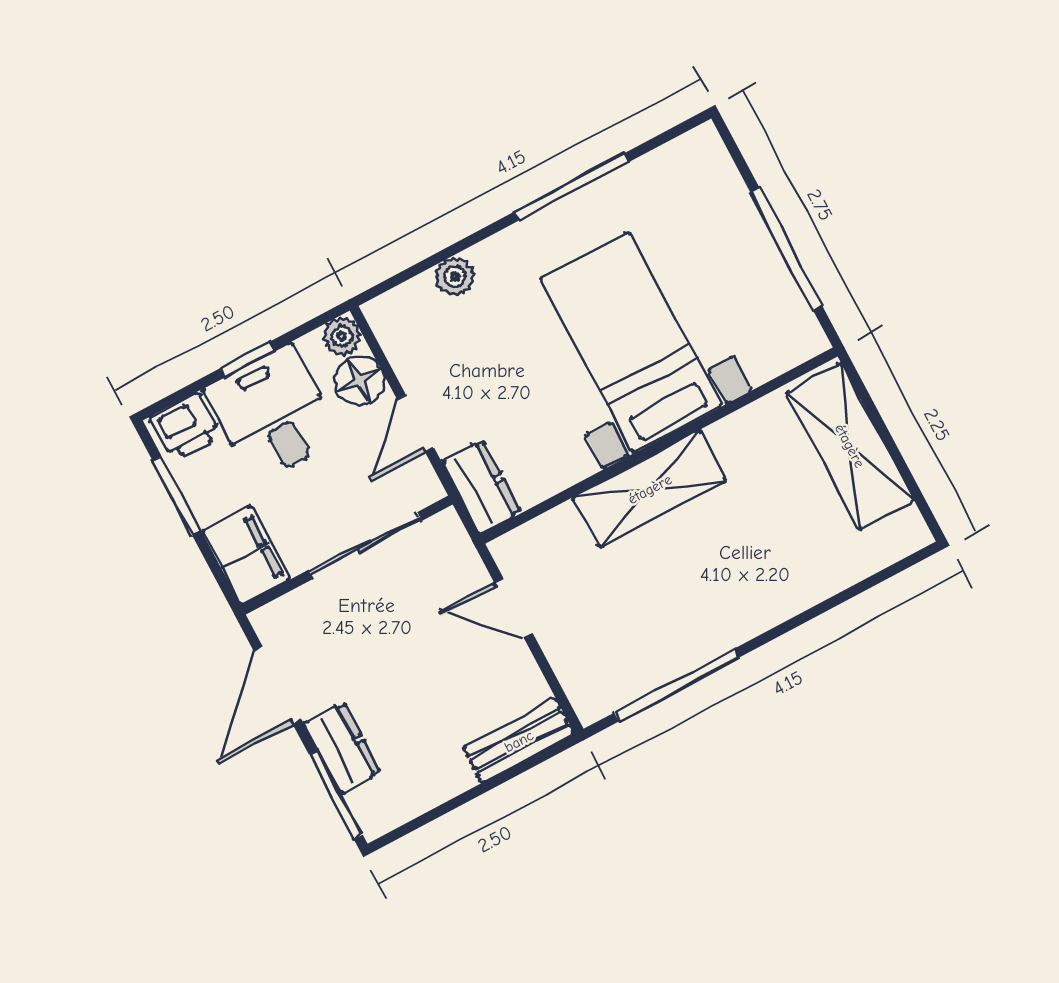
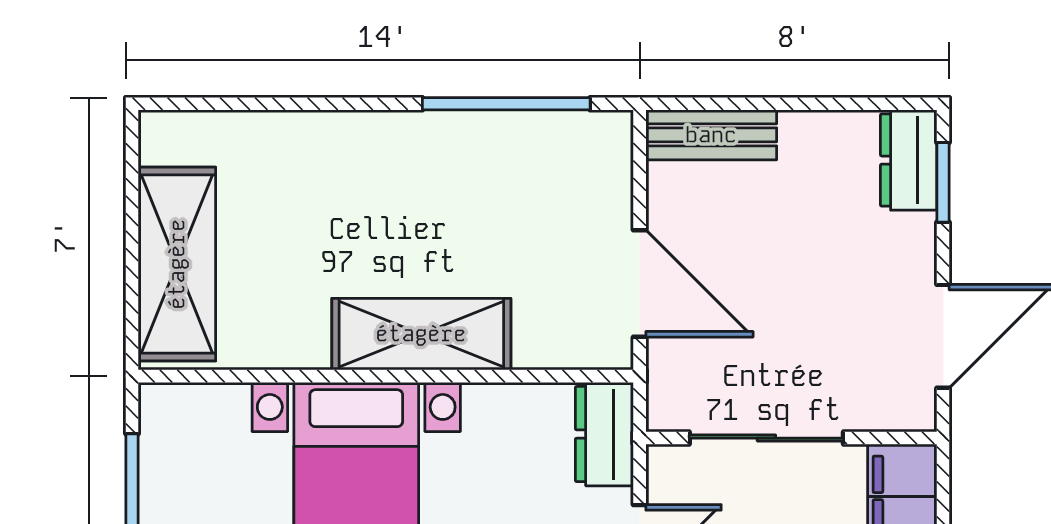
door: (513, 608) -> (640, 283), width x1.37
dresser: (342, 748) -> (909, 160), moved
window: (336, 795) -> (943, 182), width x0.67

